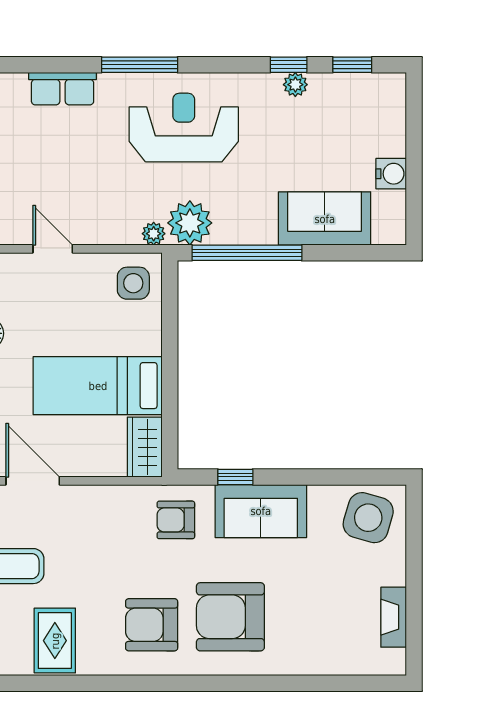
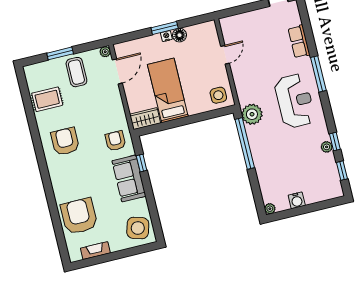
sofa: (325, 219) -> (269, 175), removed
plant: (154, 234) -> (270, 209), moved
armchair: (230, 617) -> (79, 216), moved

